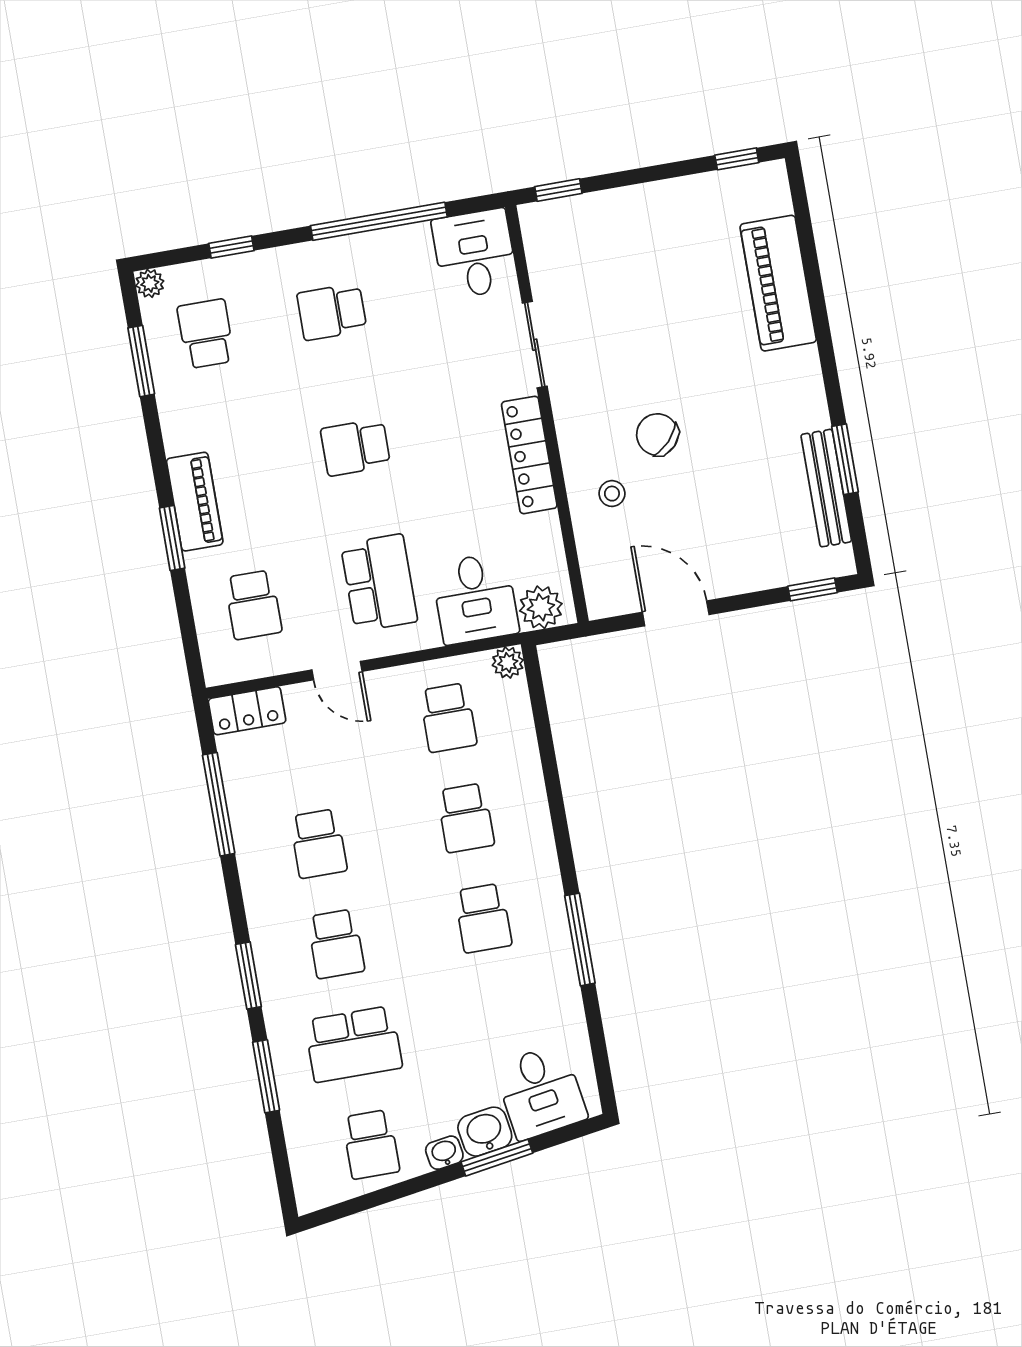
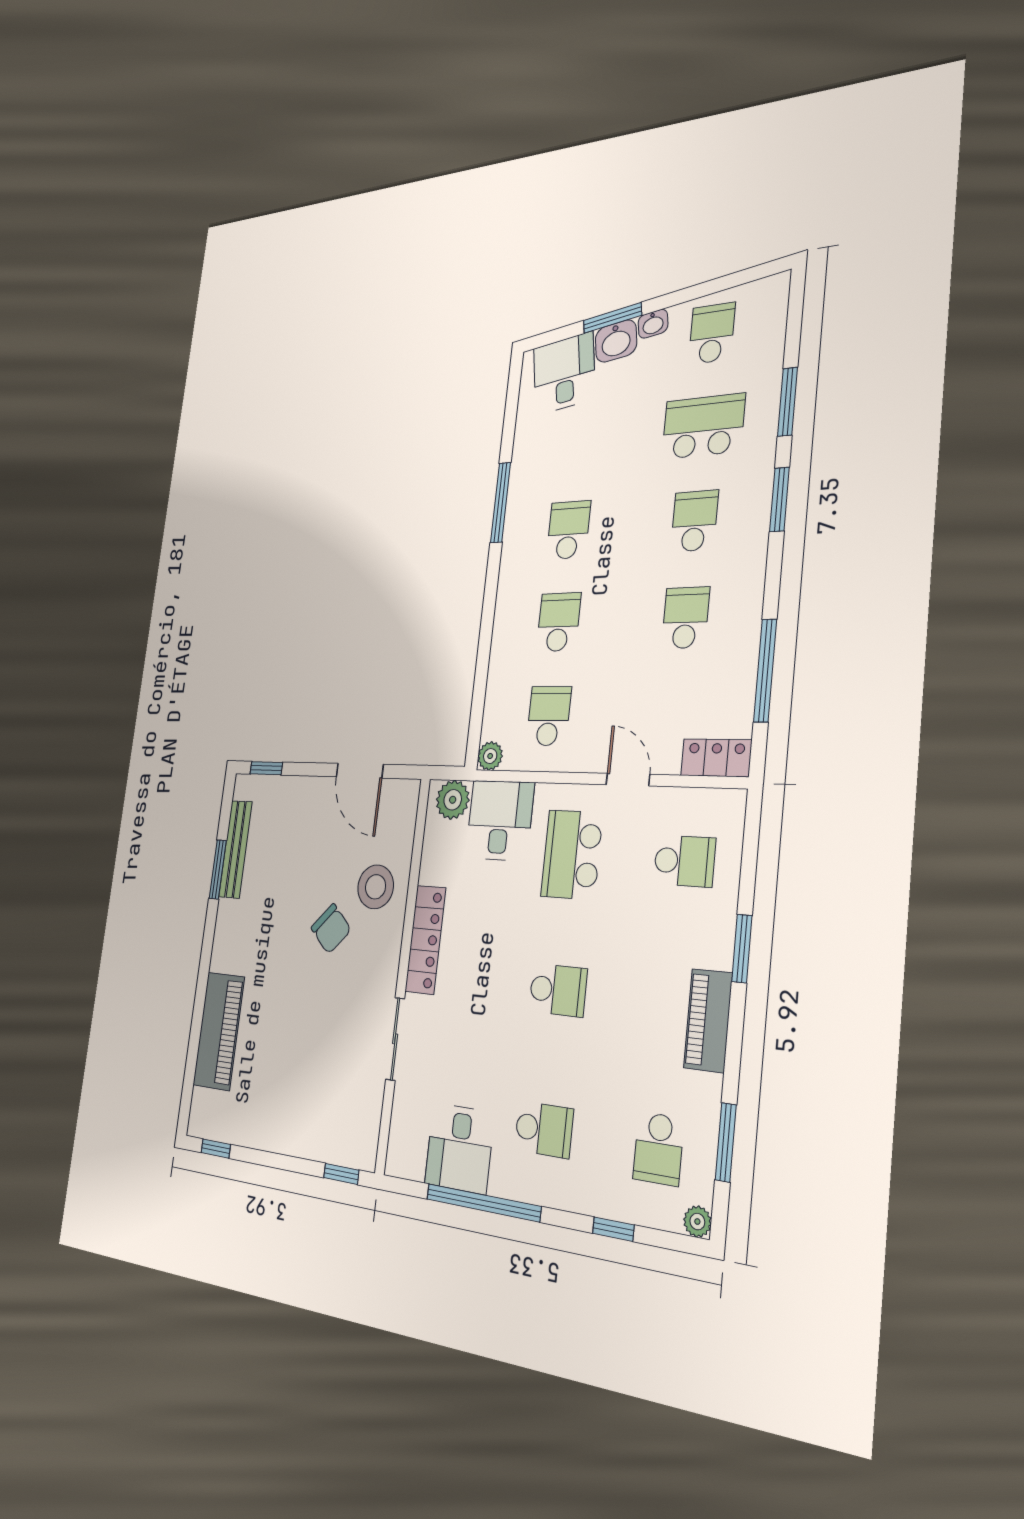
desk: (475, 254) -> (459, 1148), moved
stool: (612, 494) -> (376, 887), width x1.89, depth x1.89
piano: (195, 502) -> (708, 1020), moved
school desk: (253, 605) -> (684, 861), turned 90

